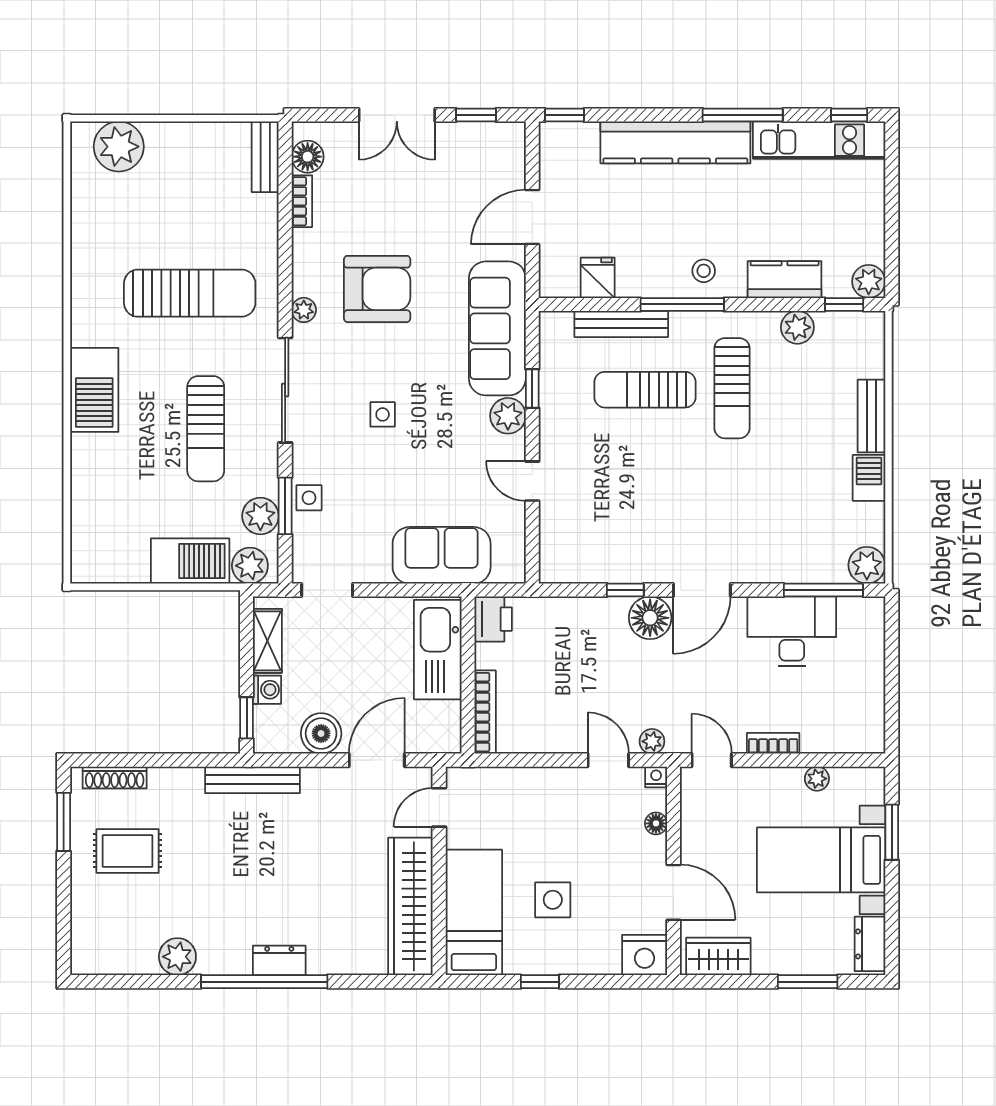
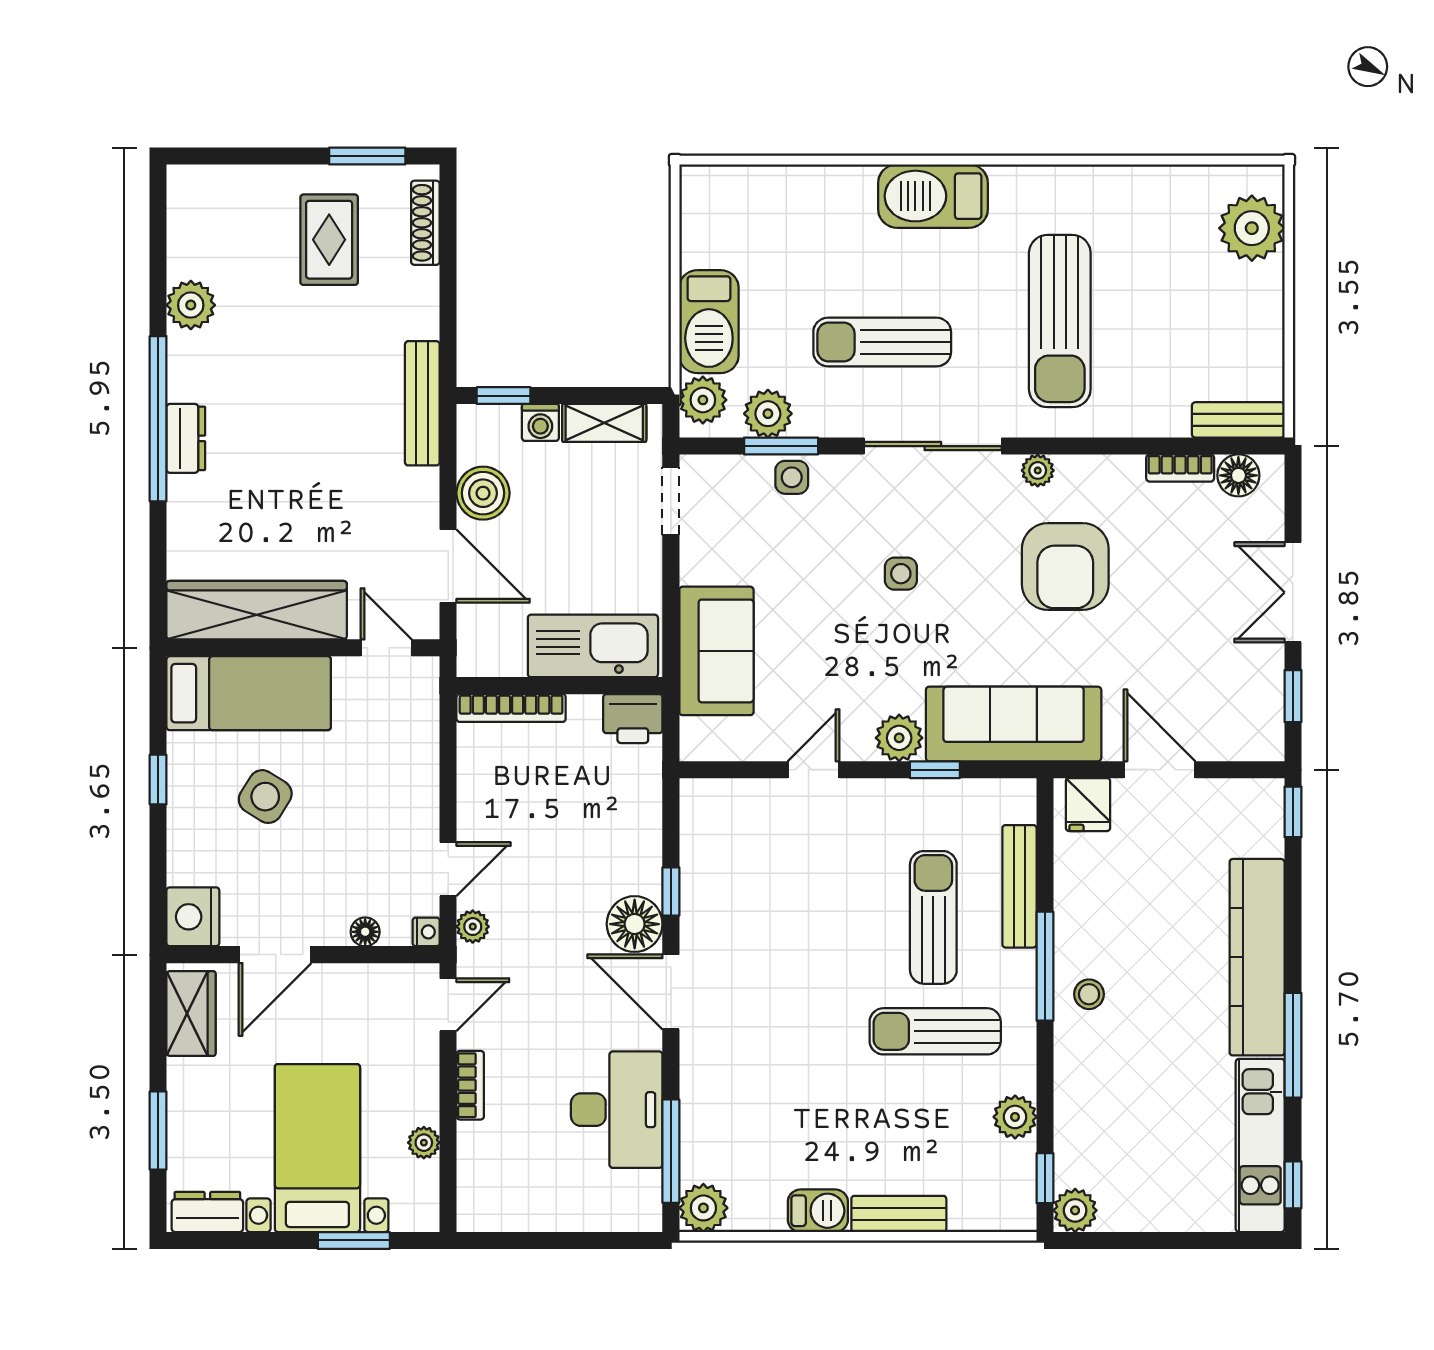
fridge: (598, 278) -> (1088, 805), moved, turned 90
kitchen counter: (785, 280) -> (1078, 1100), removed
side table: (553, 900) -> (265, 797), turned 32

